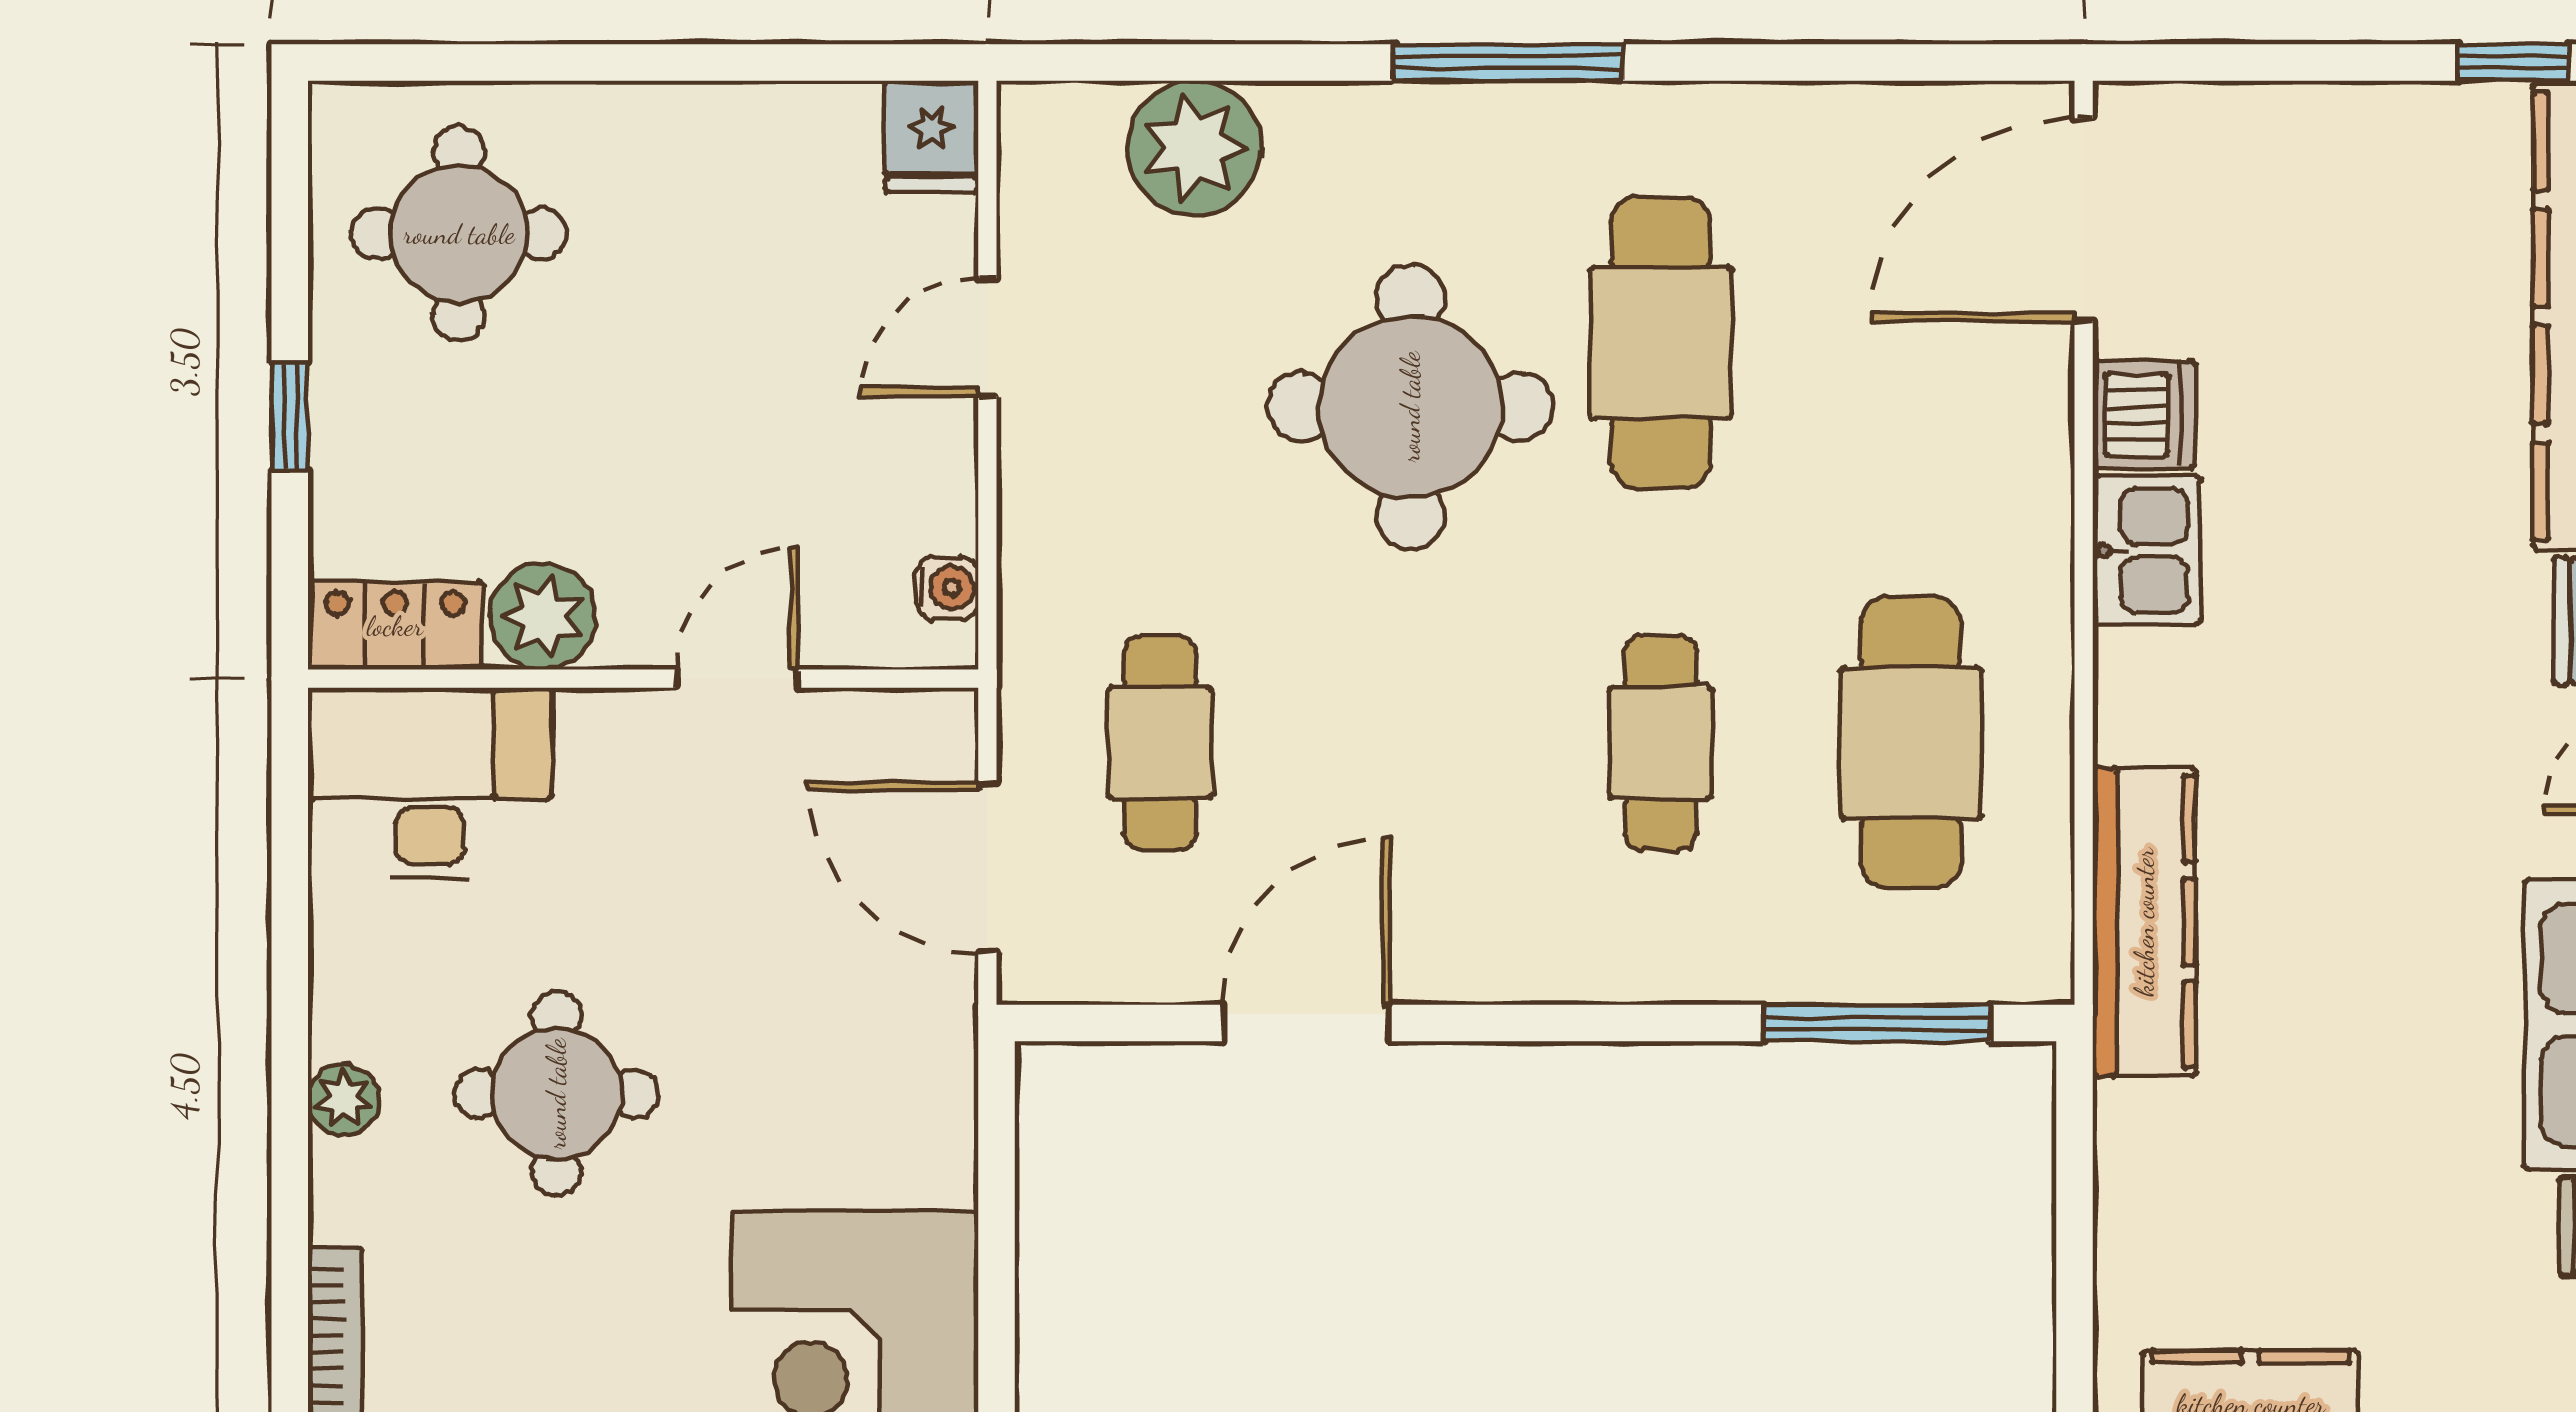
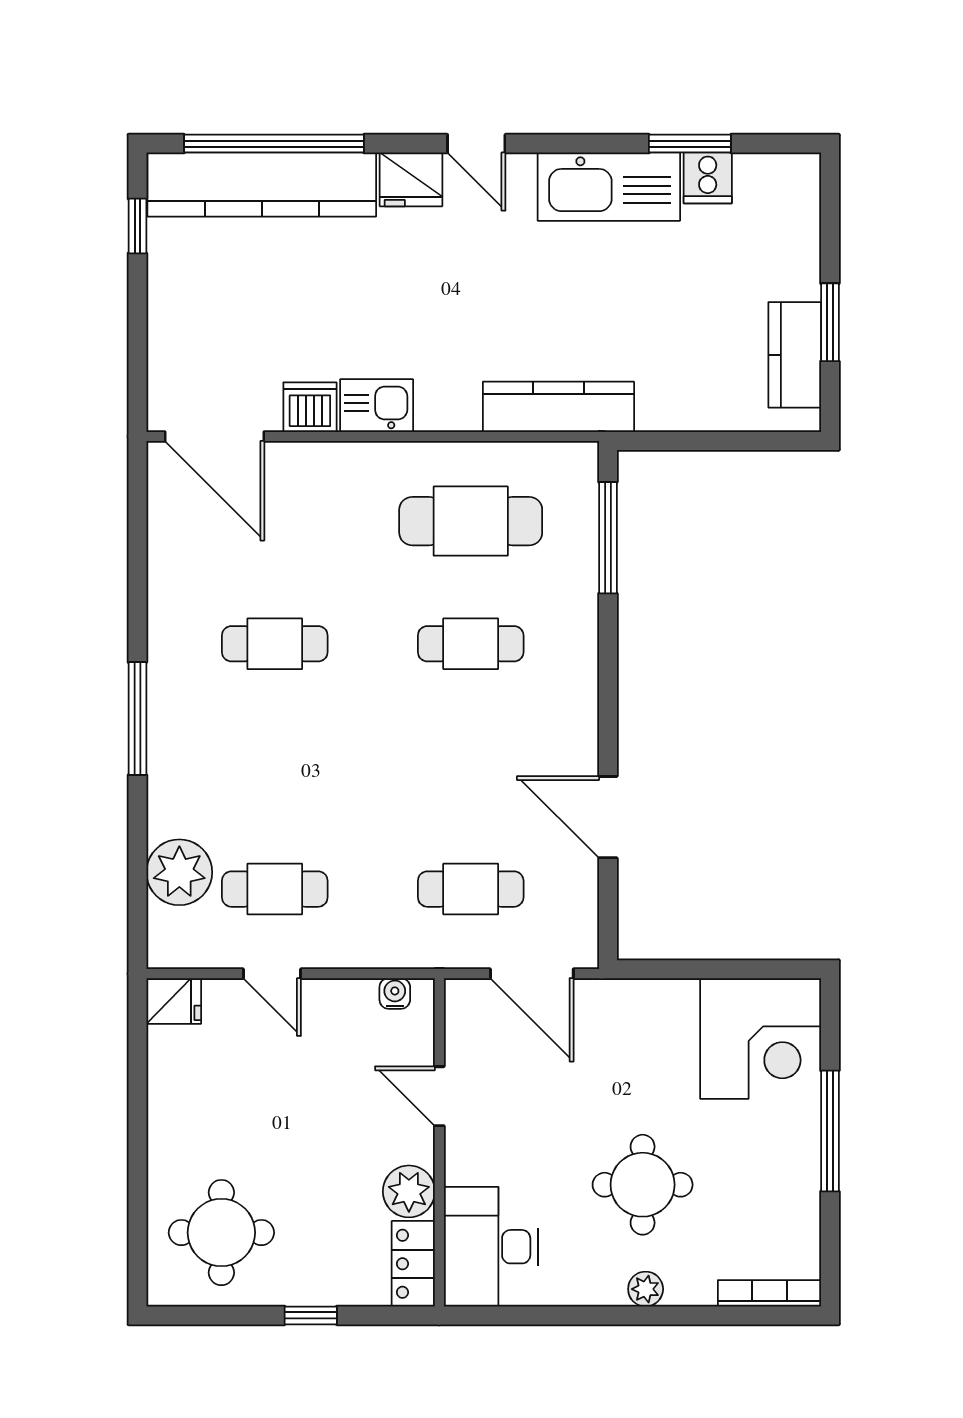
cafe table: (1160, 343) -> (275, 889), added
cafe table: (1661, 343) -> (275, 644), width x0.73, depth x0.74
round table: (1410, 407) -> (306, 766), removed
door: (987, 867) -> (532, 974), hinge flipped

